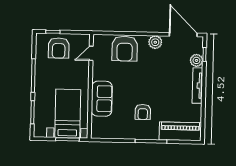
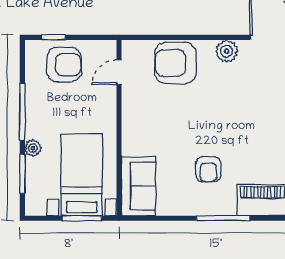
armchair: (59, 48) -> (64, 65), turned -90
armchair: (125, 49) -> (175, 63), turned 90
plant: (39, 97) -> (33, 148), added
sofa: (102, 99) -> (139, 186), moved

